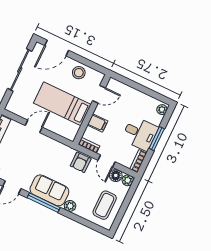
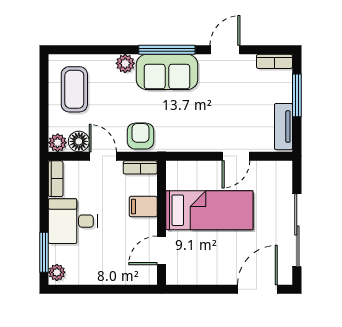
stool: (79, 73) -> (207, 268), removed
window: (157, 139) -> (44, 252), moved

